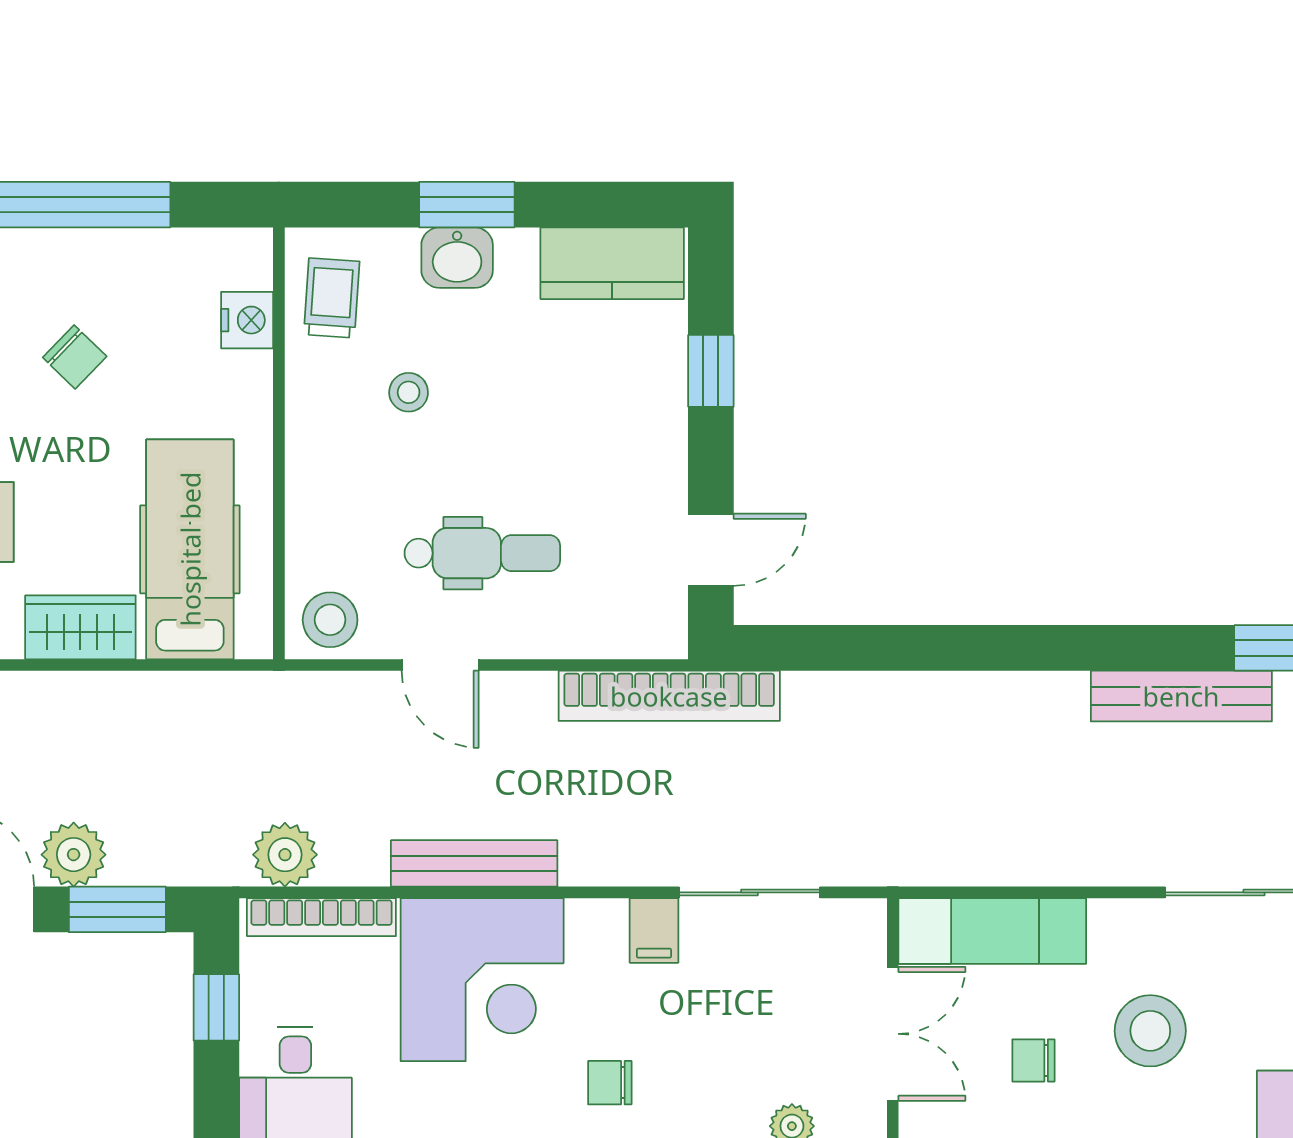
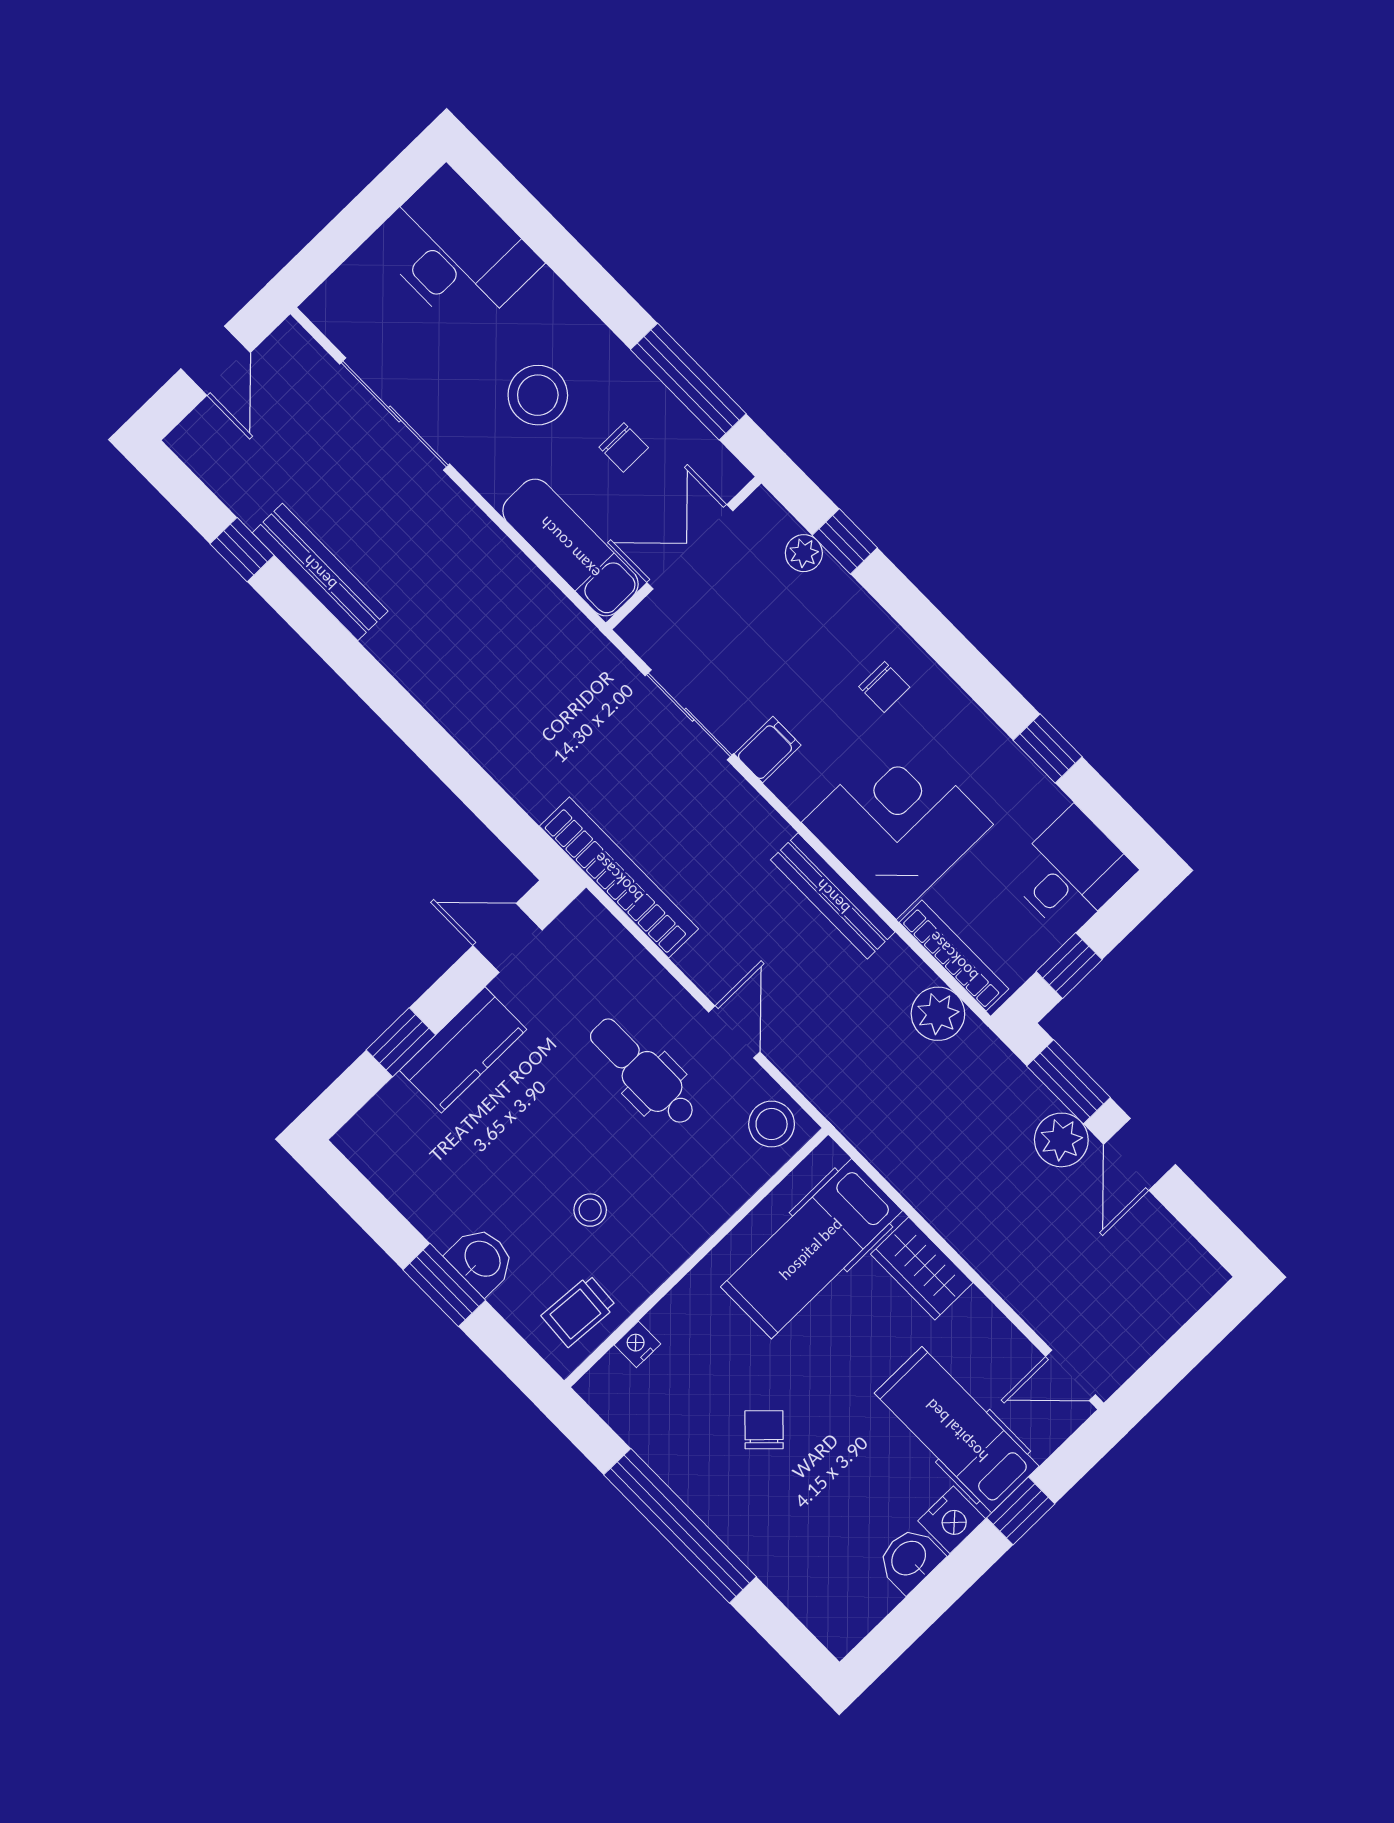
kitchen counter: (612, 263) -> (463, 1050), moved, turned 90
nightstand: (247, 320) -> (637, 1344), width x0.72, depth x0.74

